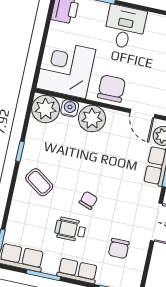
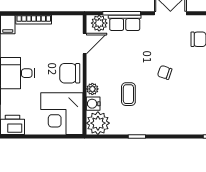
plant: (92, 119) -> (92, 89), width x0.53, depth x0.53
coffee table: (39, 182) -> (128, 94), moved, turned -35
wheelchair: (70, 229) -> (192, 82), removed

